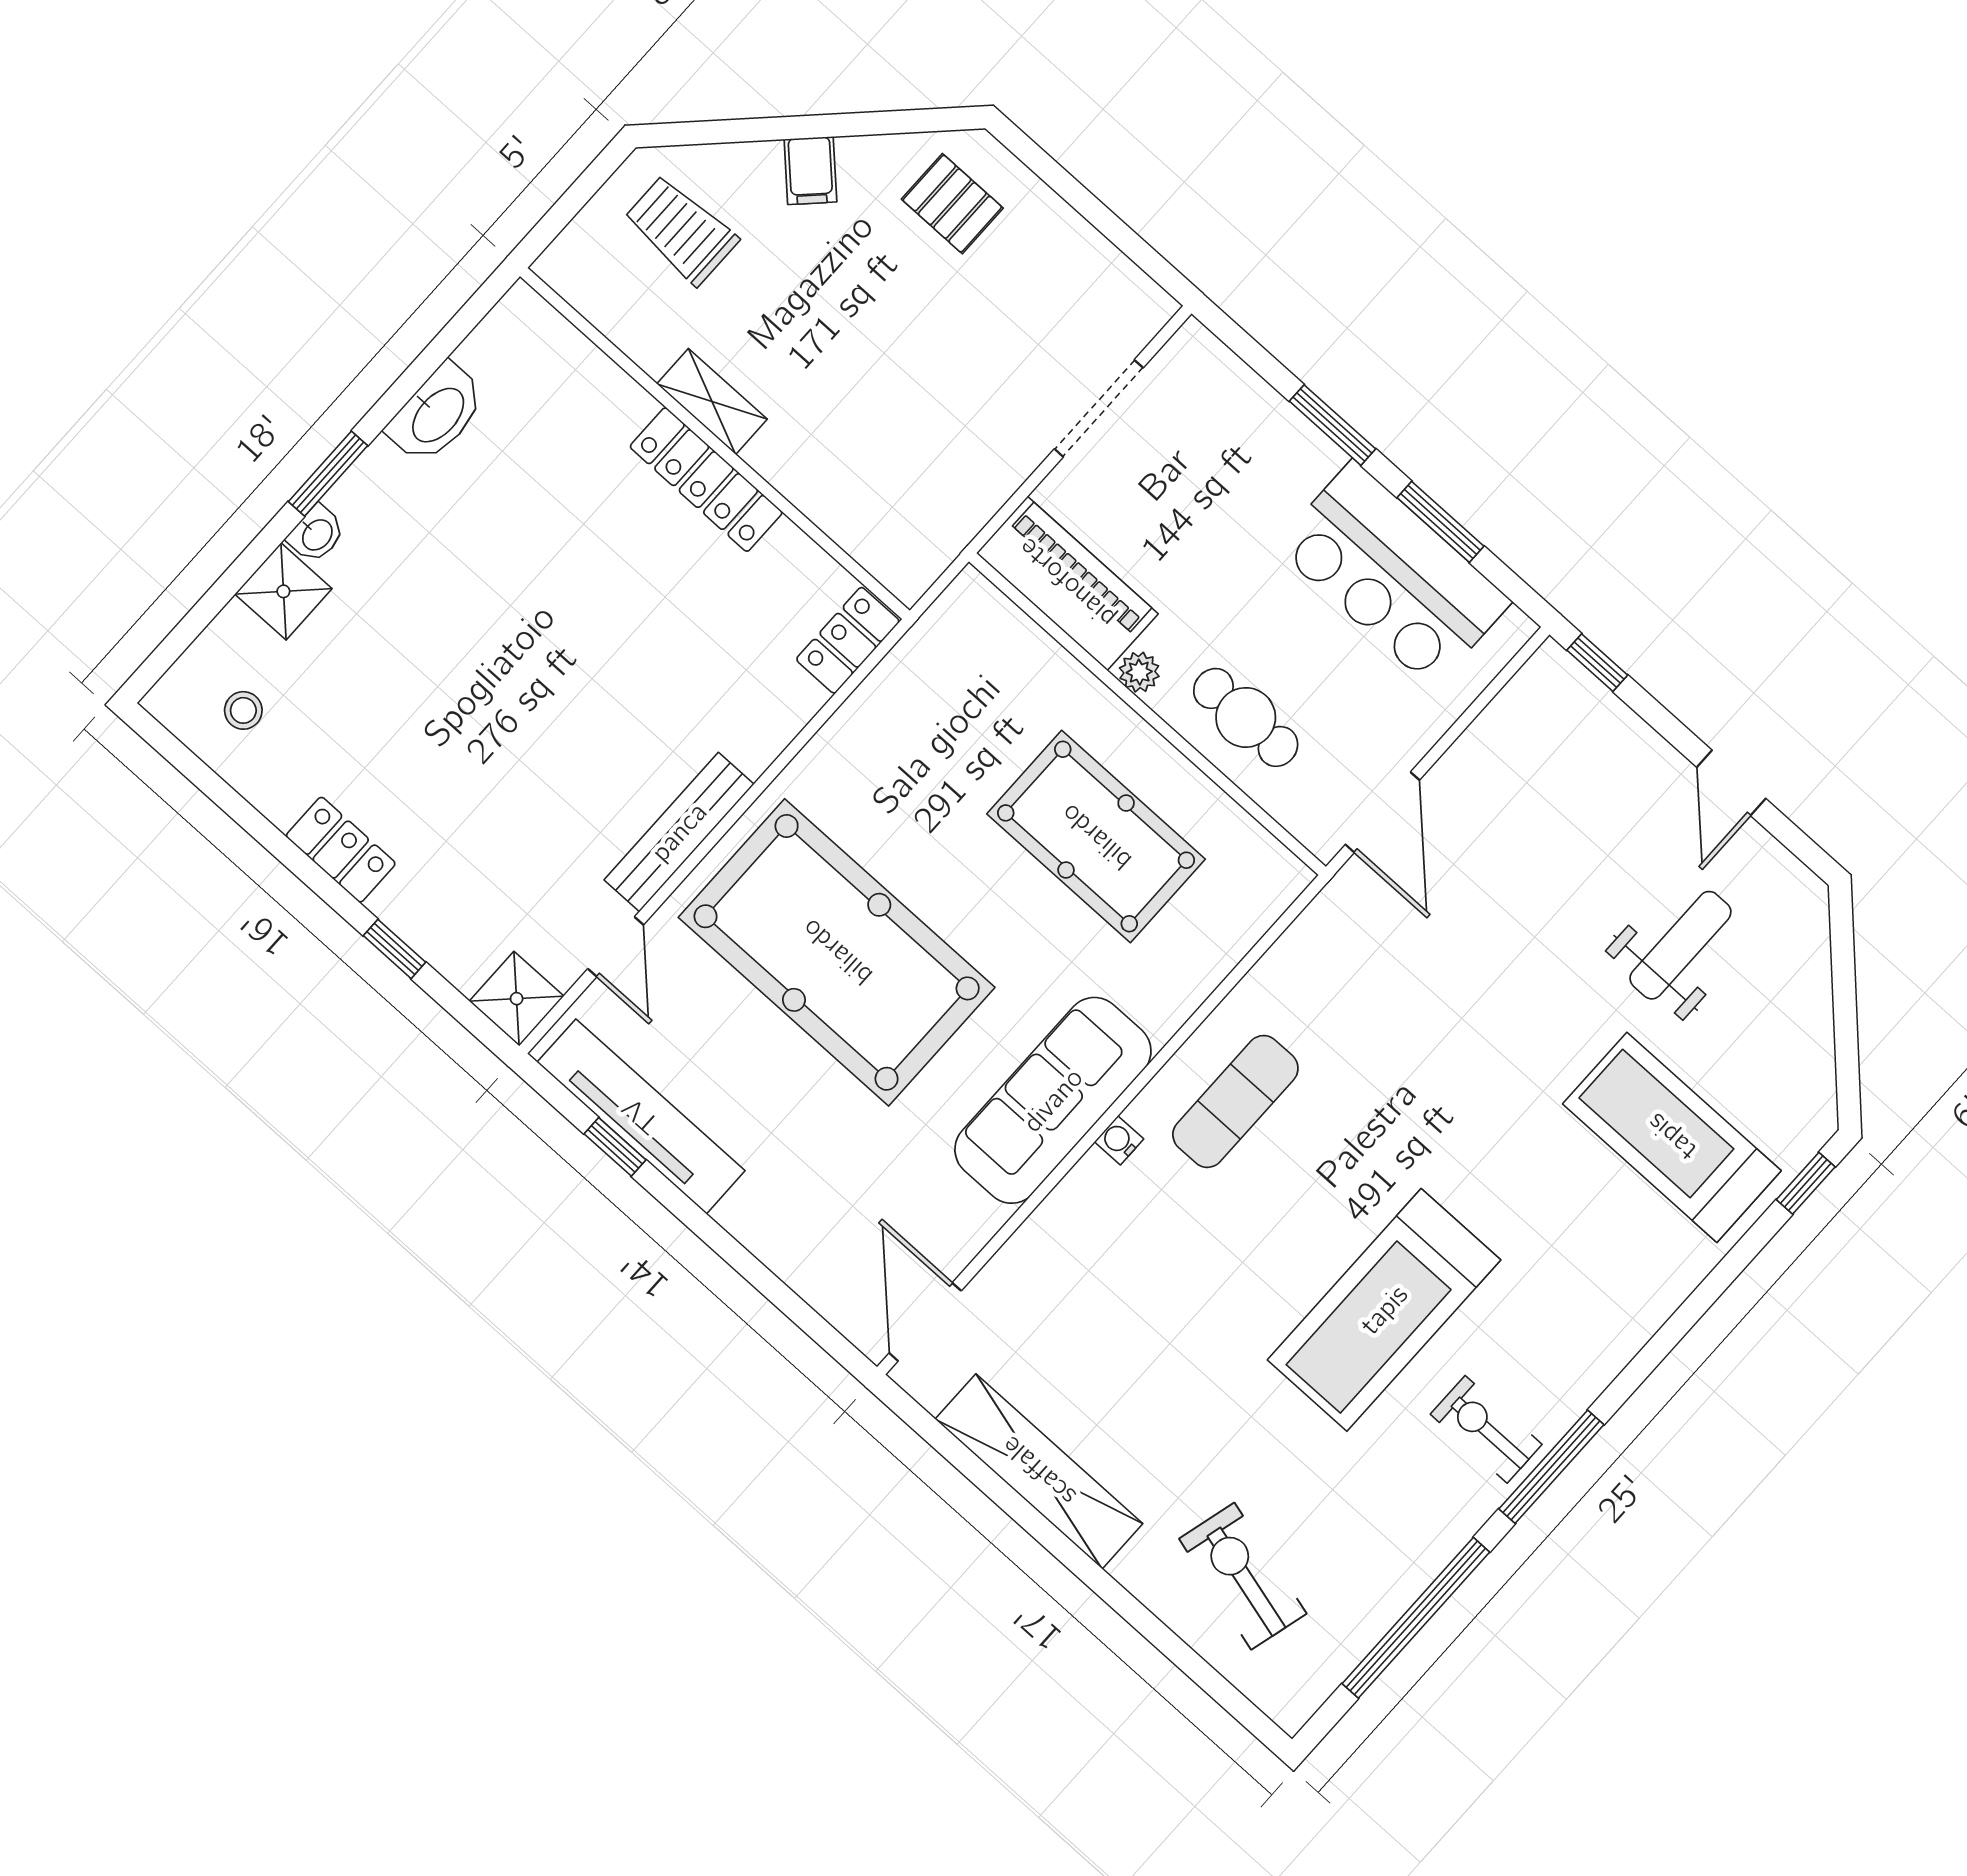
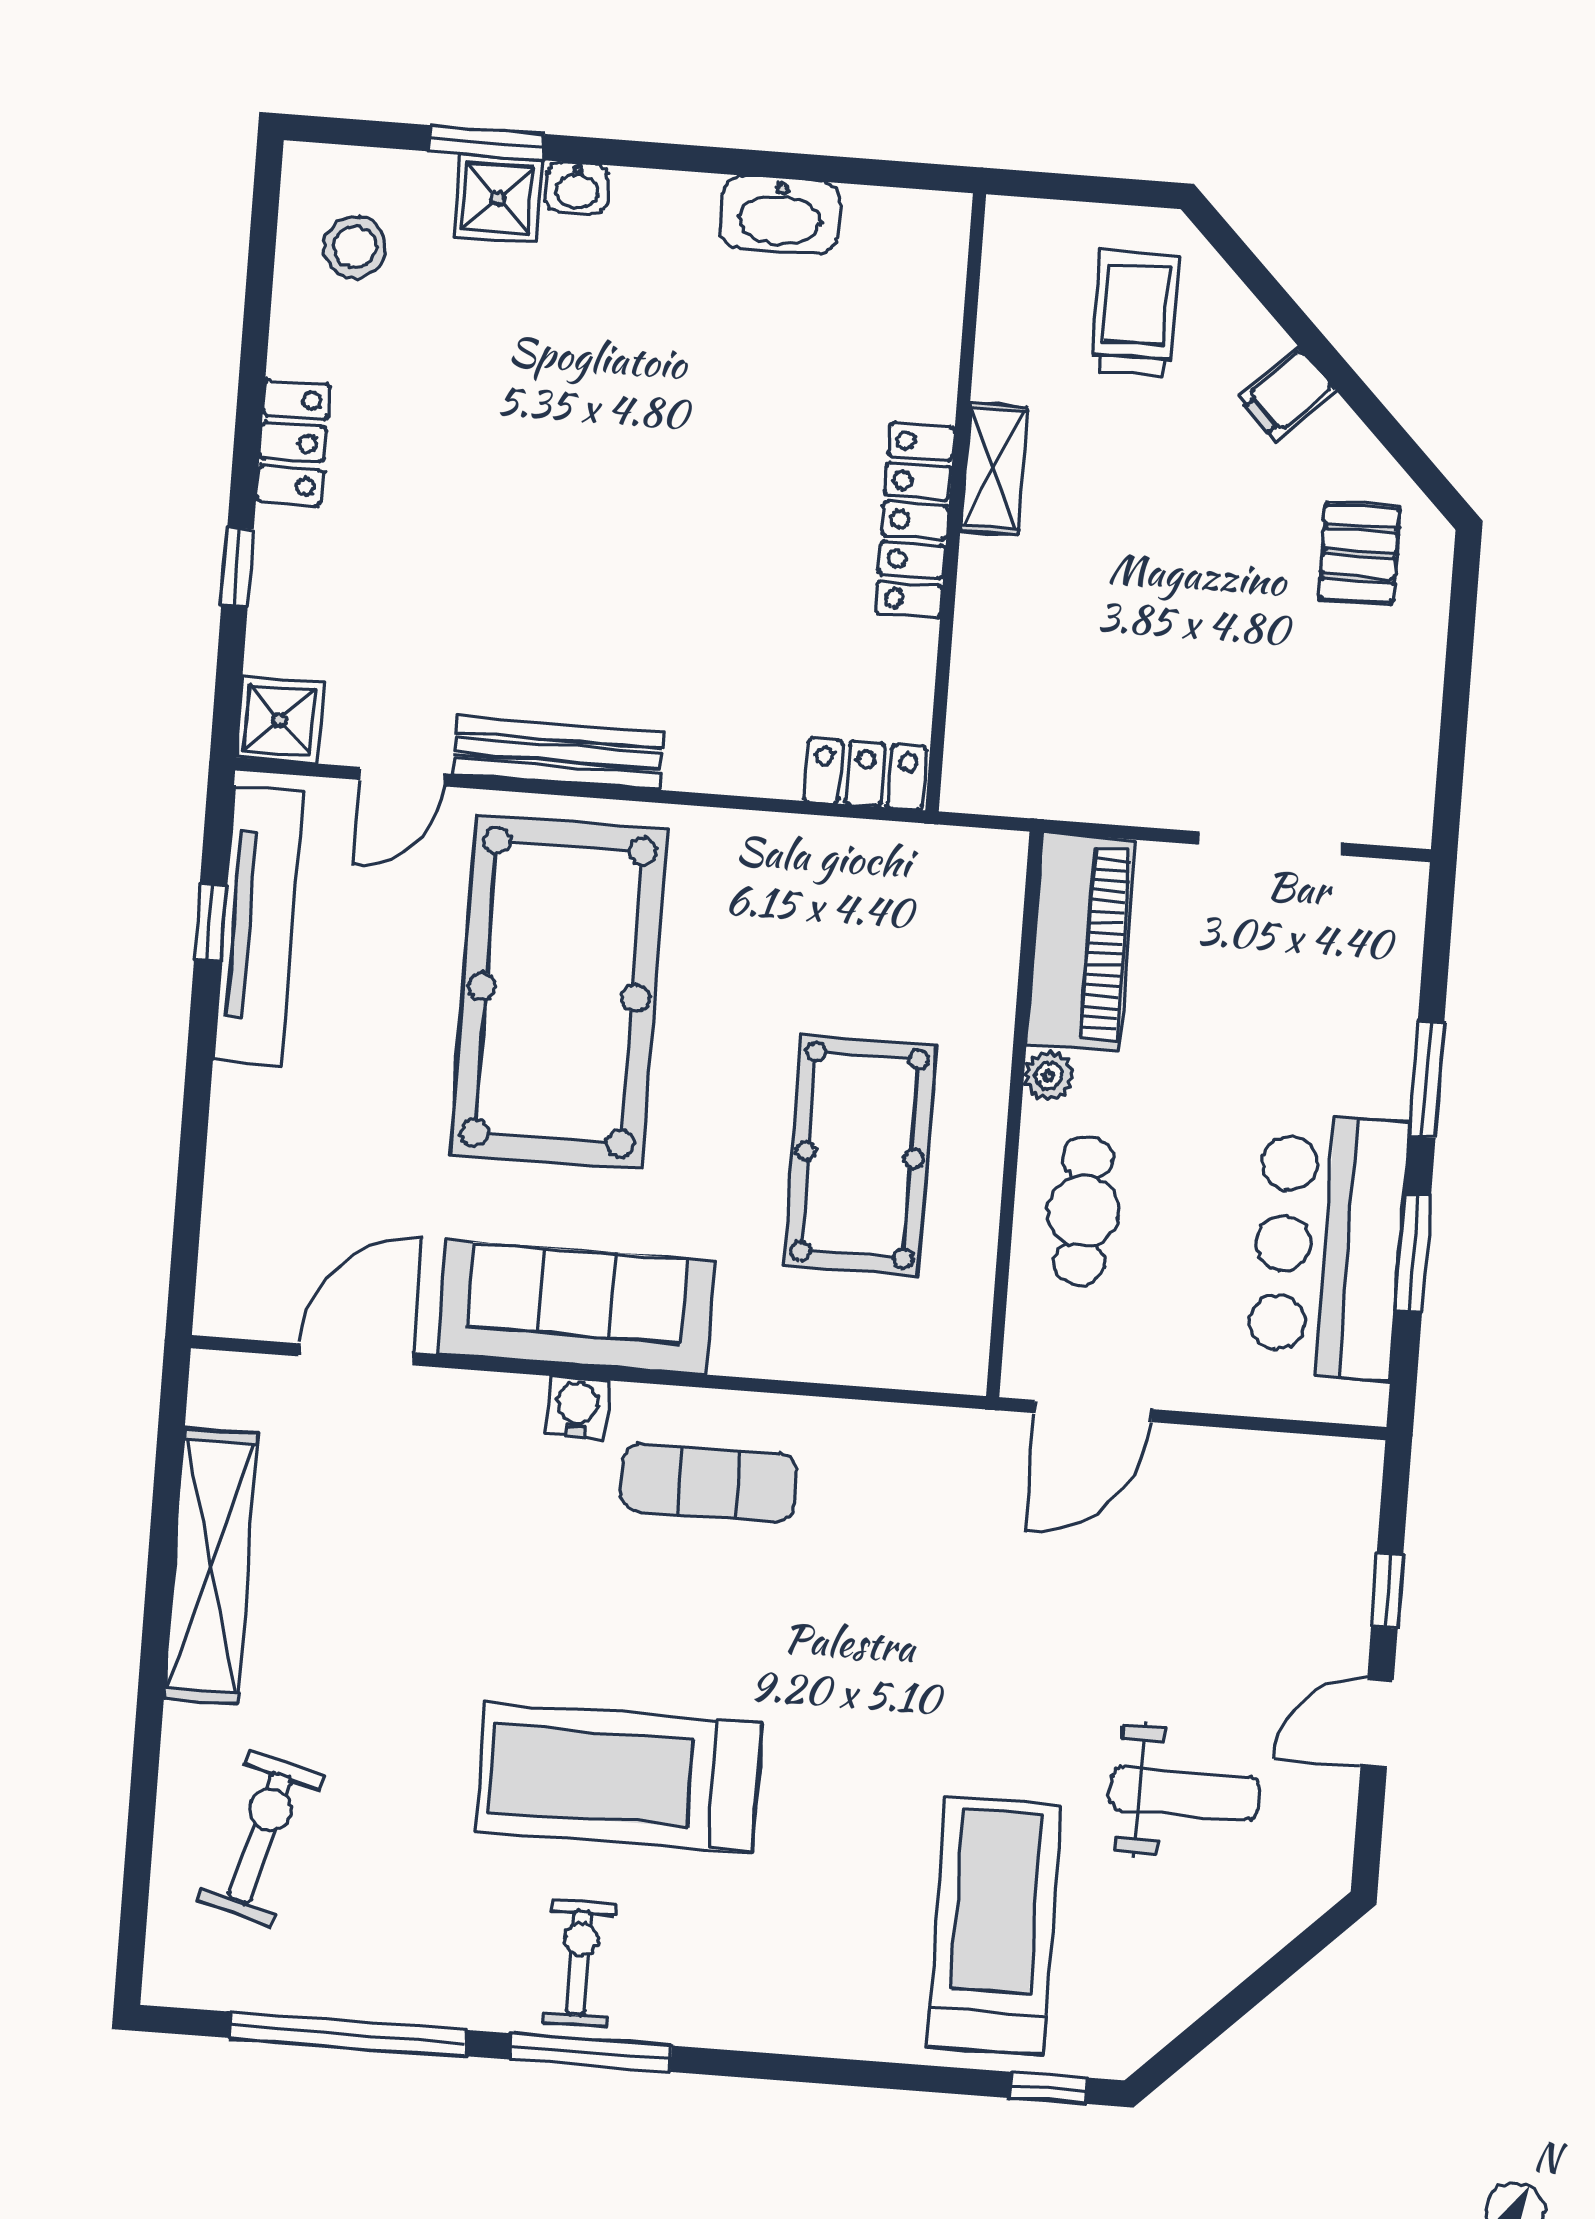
window: (328, 474) -> (486, 143), moved
window: (1597, 663) -> (1387, 1591), moved
stool: (243, 710) -> (355, 247), width x1.37, depth x1.37
water cooler: (1119, 1140) -> (577, 1407), width x1.38, depth x1.38
door: (925, 1322) -> (356, 1354), moved

